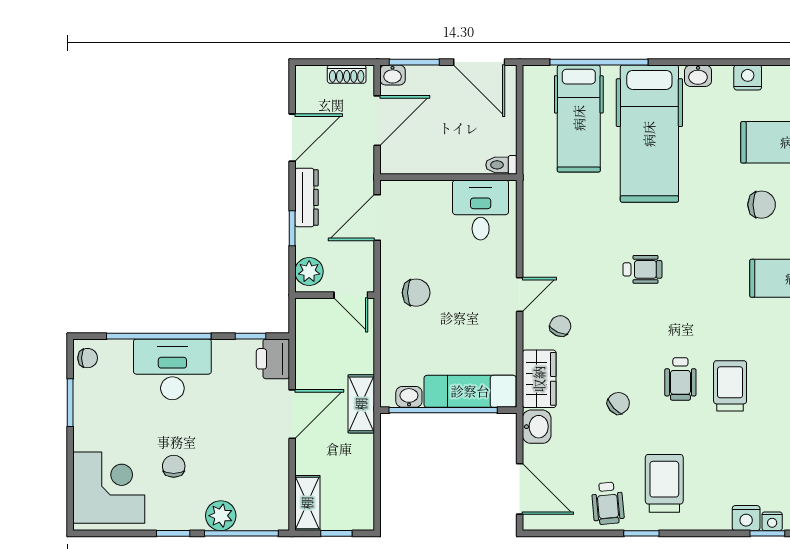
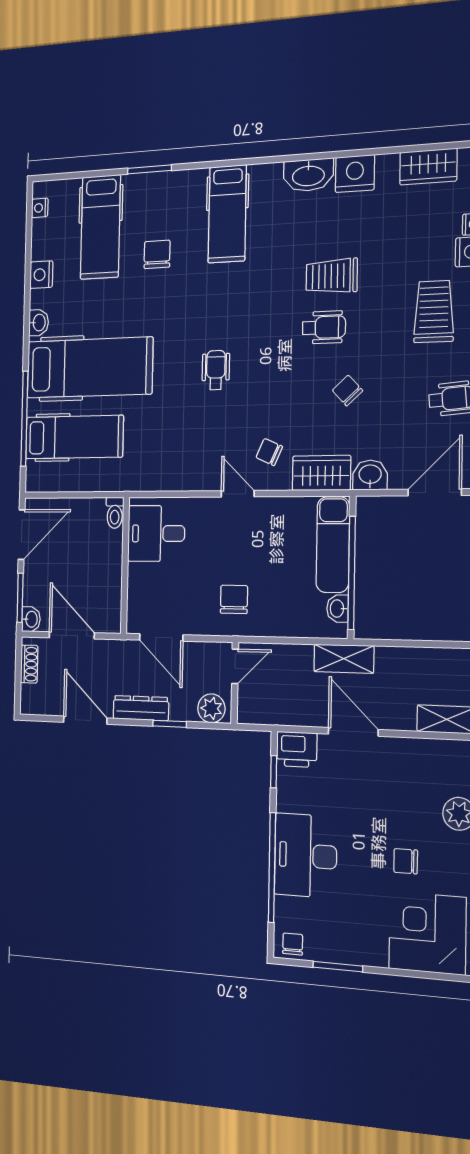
trolley: (664, 483) -> (434, 312), moved, turned 90

